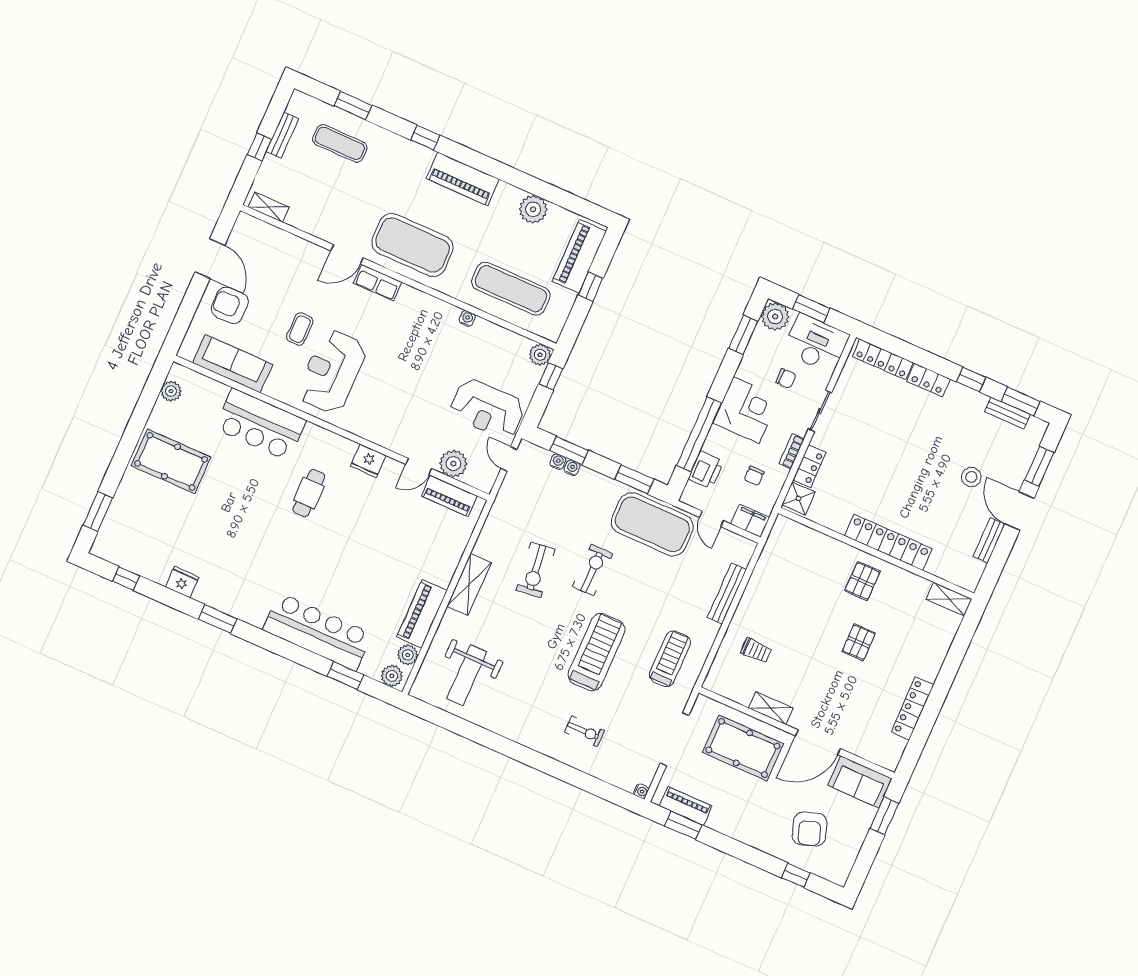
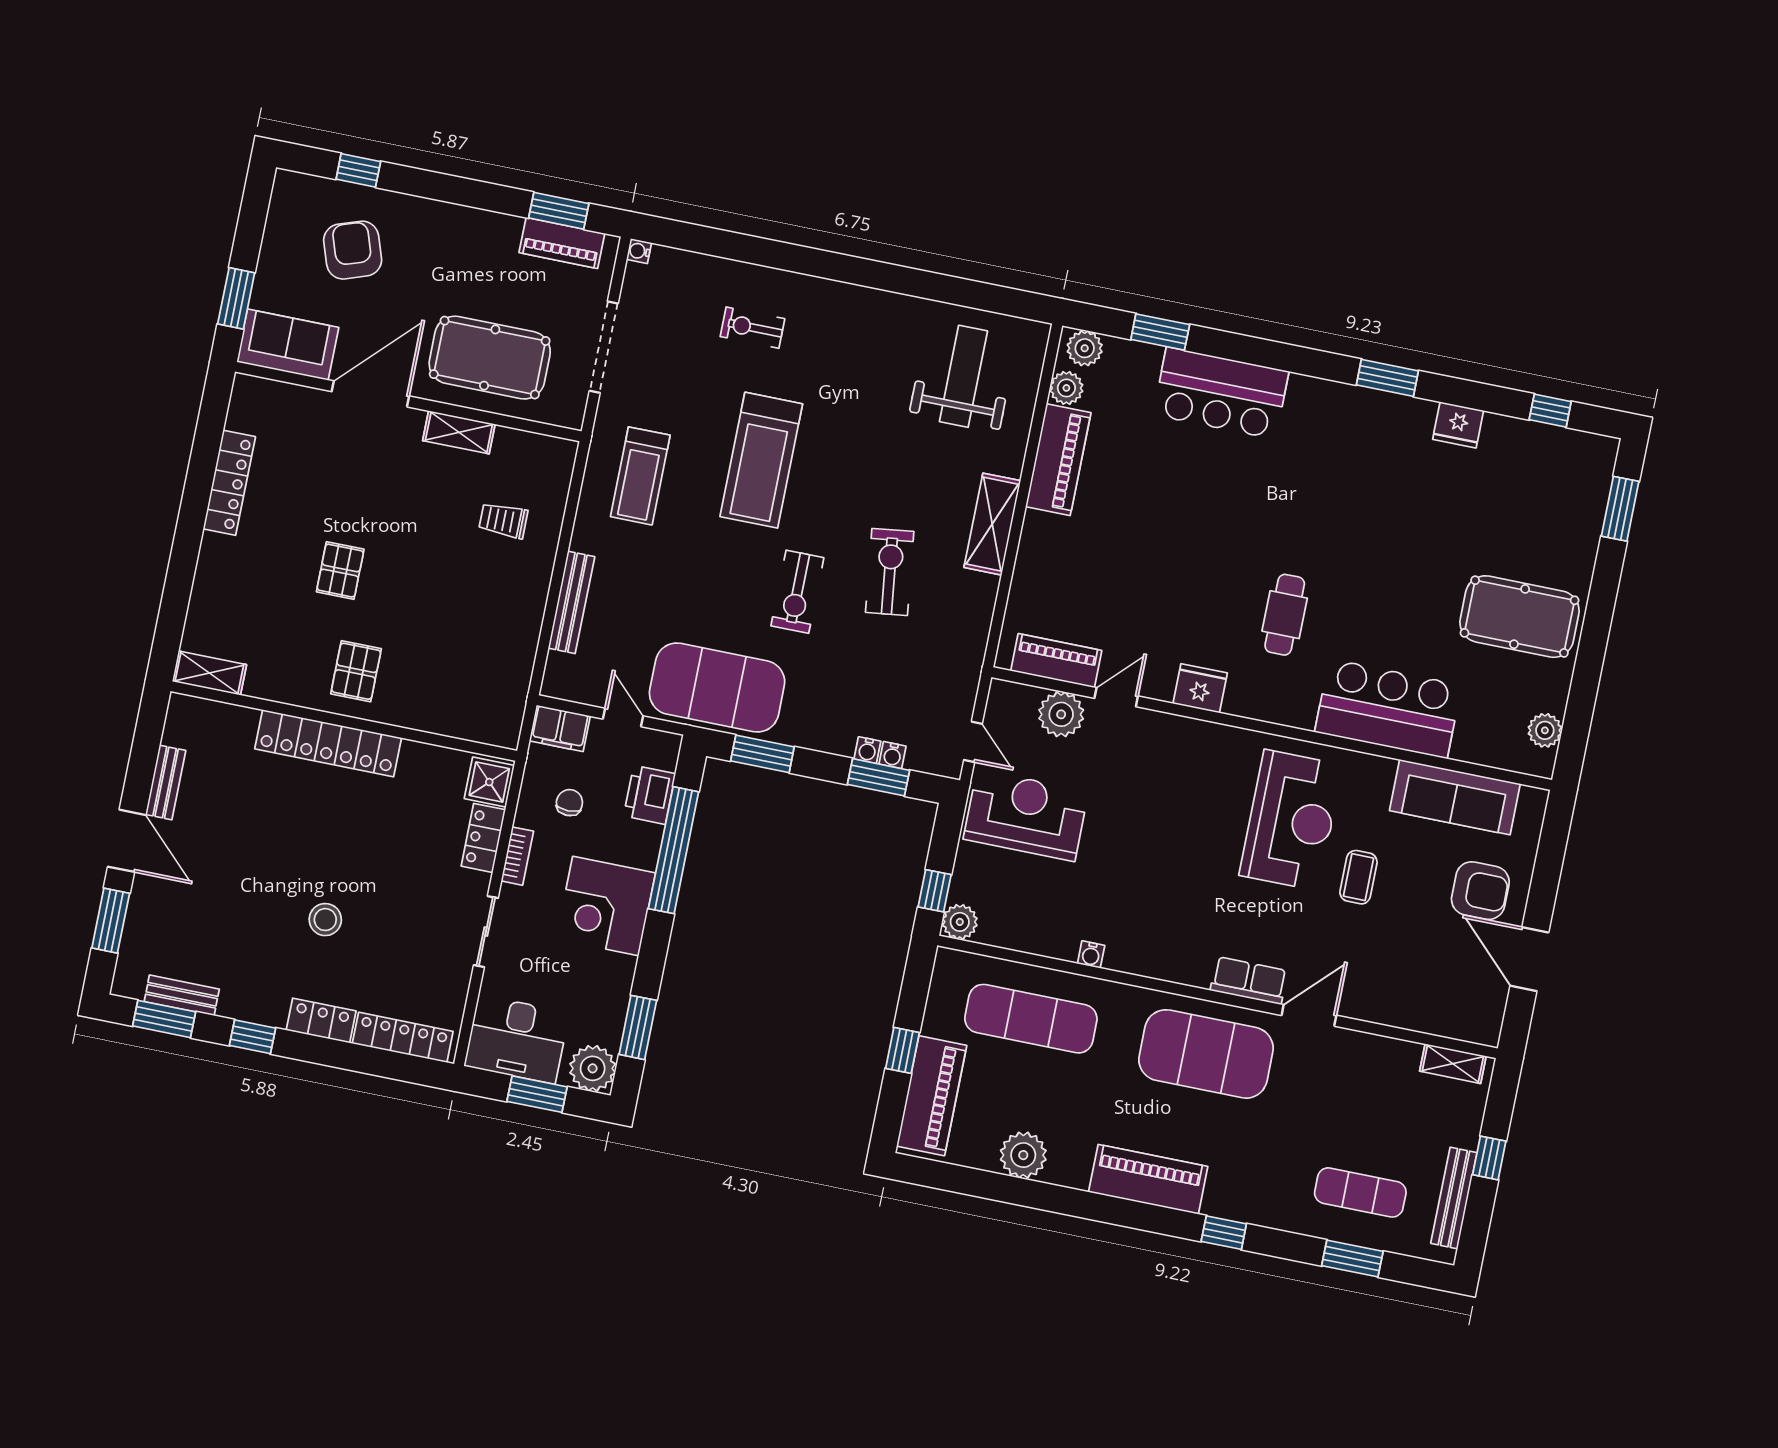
bench: (282, 135) -> (1454, 1198), width x1.36
chair: (786, 378) -> (553, 972), removed
stool: (971, 477) -> (325, 920), moved
bar counter: (318, 632) -> (1221, 393), width x0.73

